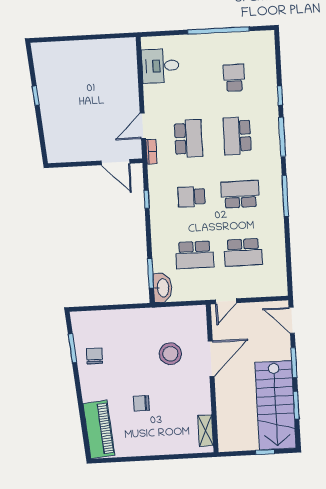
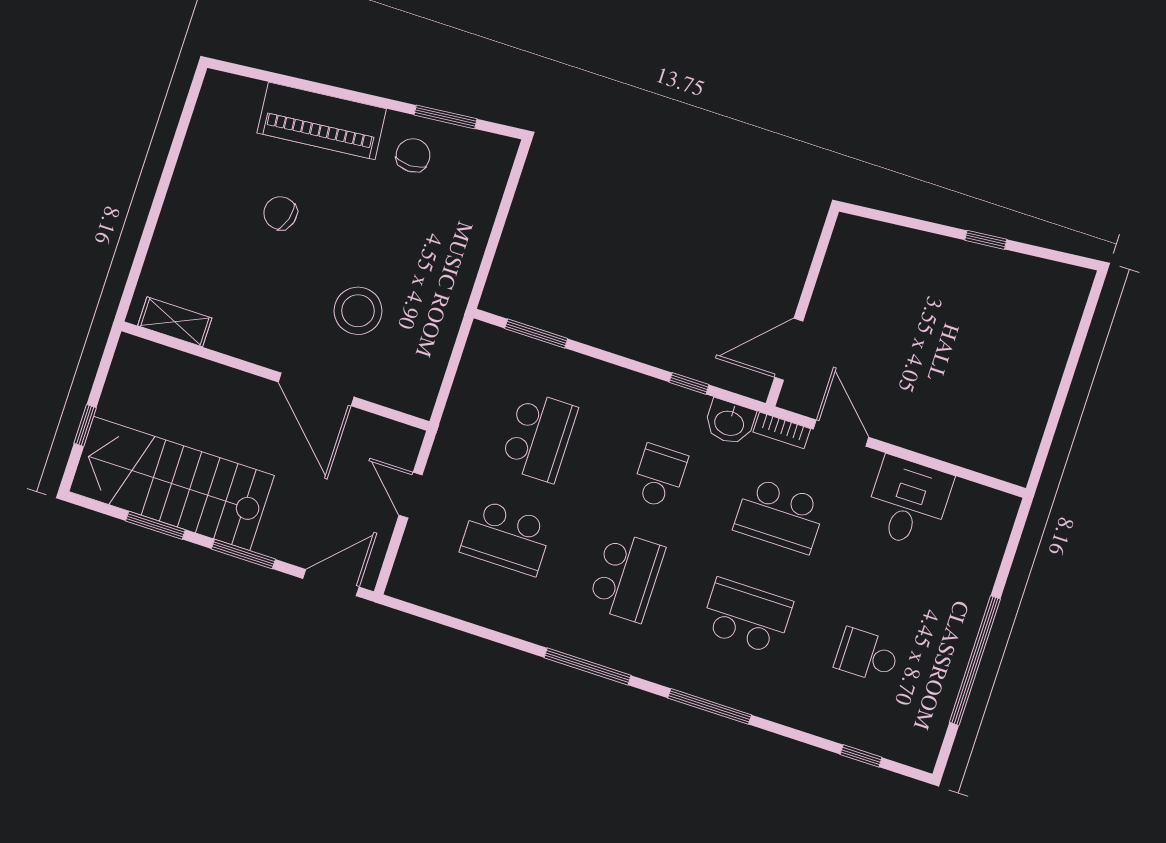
desk: (160, 66) -> (908, 502), moved
school desk: (234, 78) -> (867, 655), turned 180
window: (280, 96) -> (861, 756), moved
school desk: (243, 252) -> (506, 537), turned -90
school desk: (195, 255) -> (539, 437), turned 180
washbasin: (163, 288) -> (729, 422), moved, width x0.72
door: (226, 301) -> (411, 495), moved
chair: (94, 356) -> (413, 155), turned -90
chair: (141, 403) -> (280, 213), turned -74
piano: (99, 429) -> (322, 121), moved

